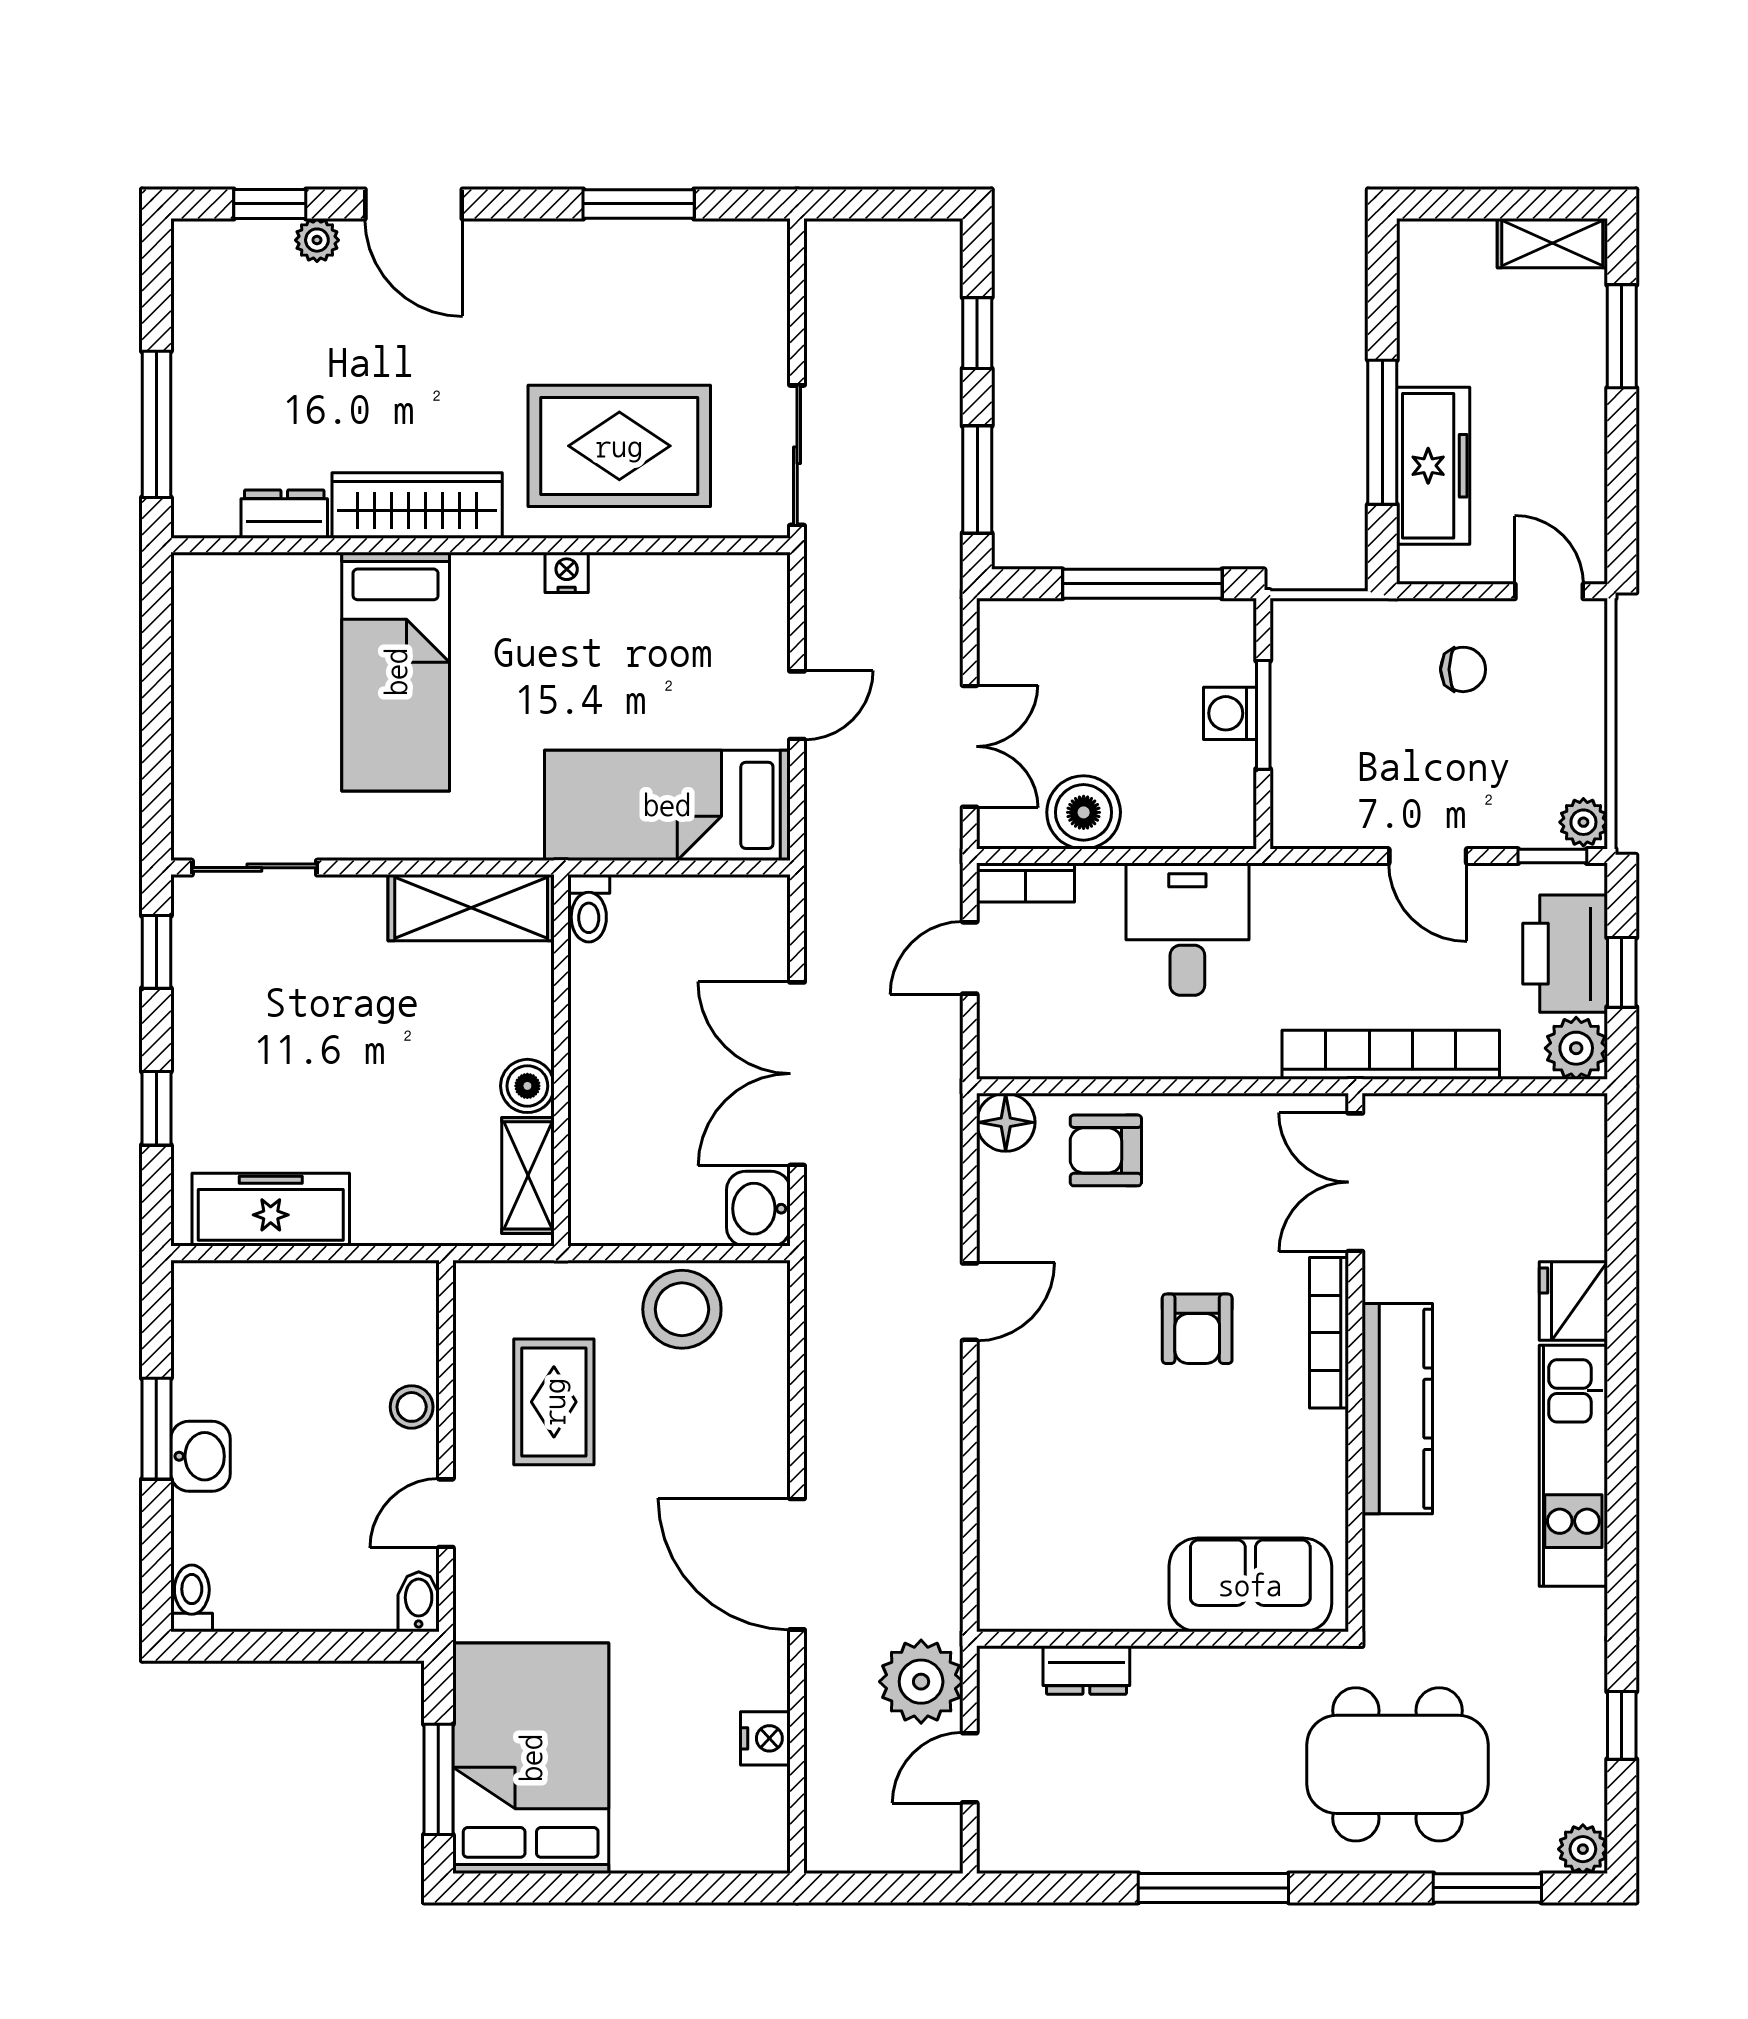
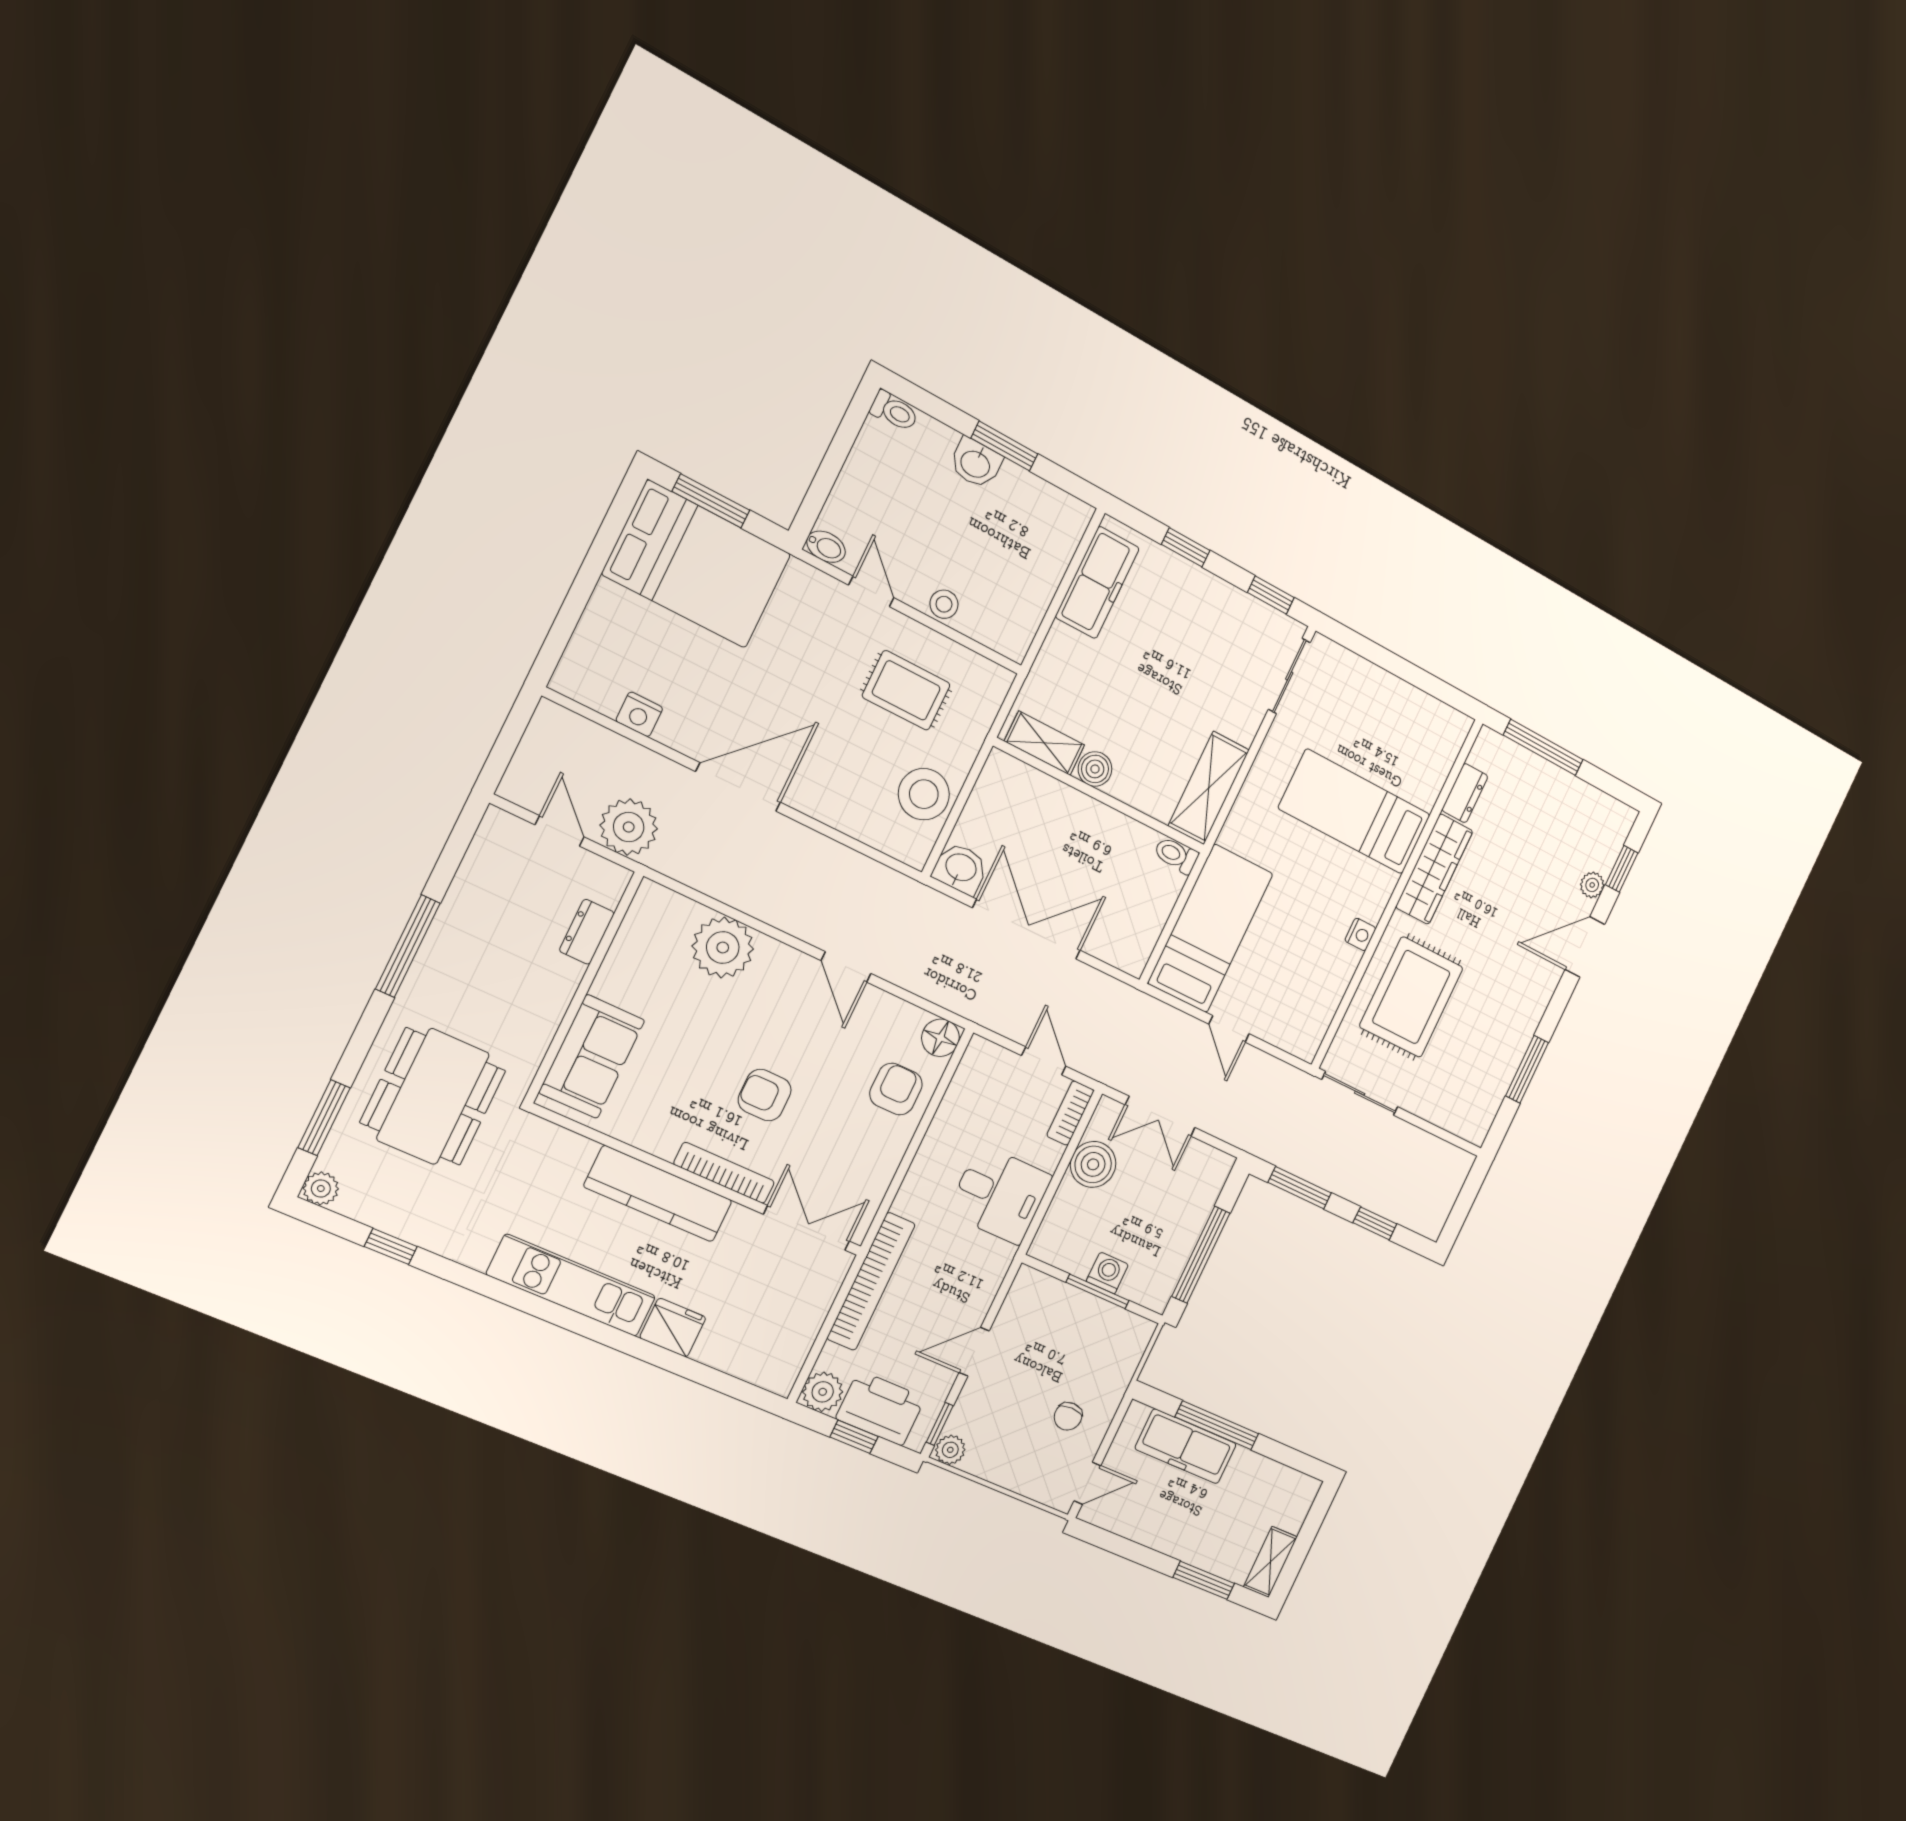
plant: (1022, 1482) -> (723, 948), added

